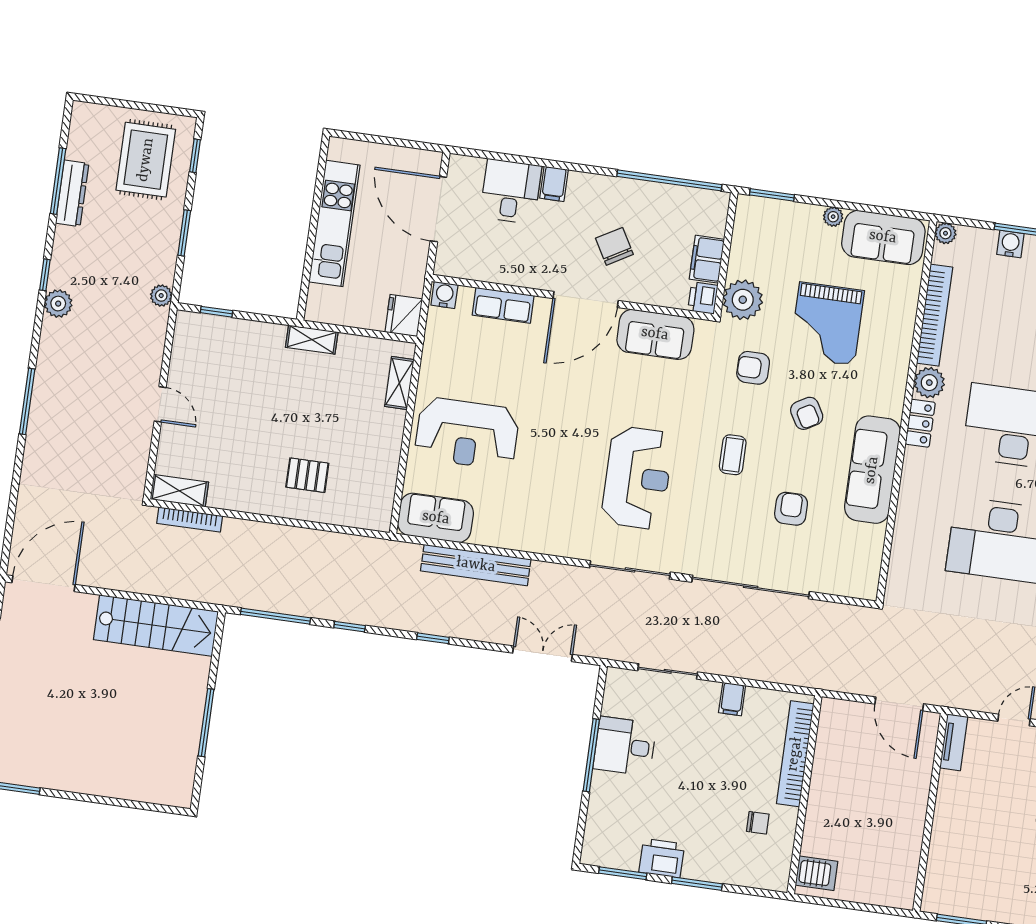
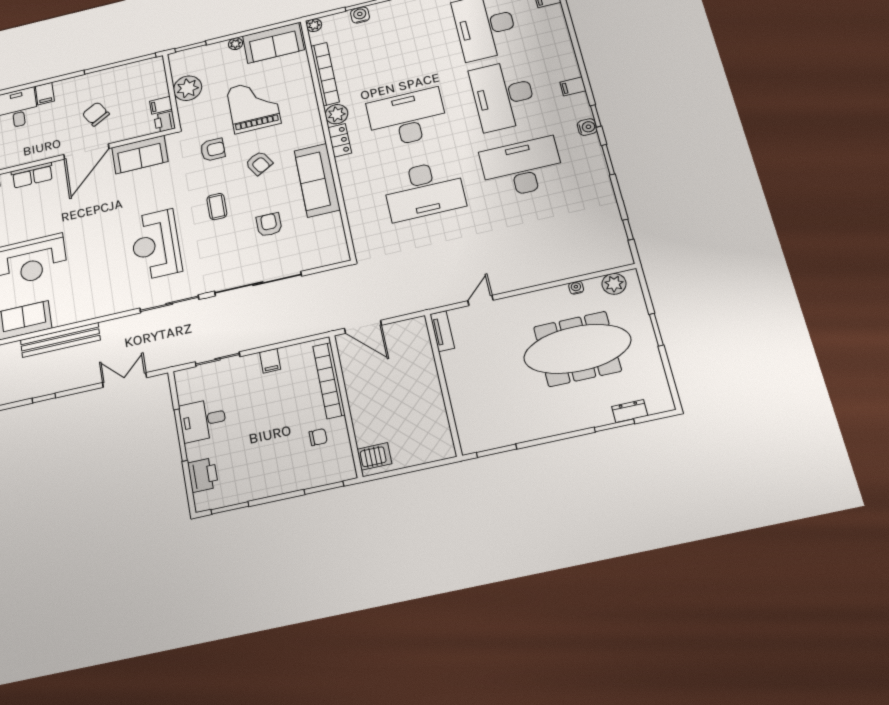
filing cabinet: (707, 259) -> (161, 105), width x0.50
plant: (743, 300) -> (188, 88), moved
grand piano: (827, 324) -> (254, 106), turned 180
armchair: (753, 368) -> (213, 150), turned 180
reception desk: (637, 478) -> (156, 245), turned 180
door: (899, 704) -> (363, 327), moved
printer: (662, 858) -> (203, 475), moved, turned 90
window: (697, 884) -> (324, 488), moved

